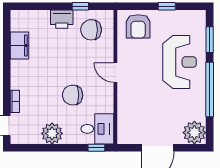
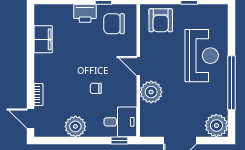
window: (210, 40) -> (232, 33), removed
chair: (73, 95) -> (96, 88), width x0.54, depth x0.54
plant: (128, 99) -> (151, 92), added

